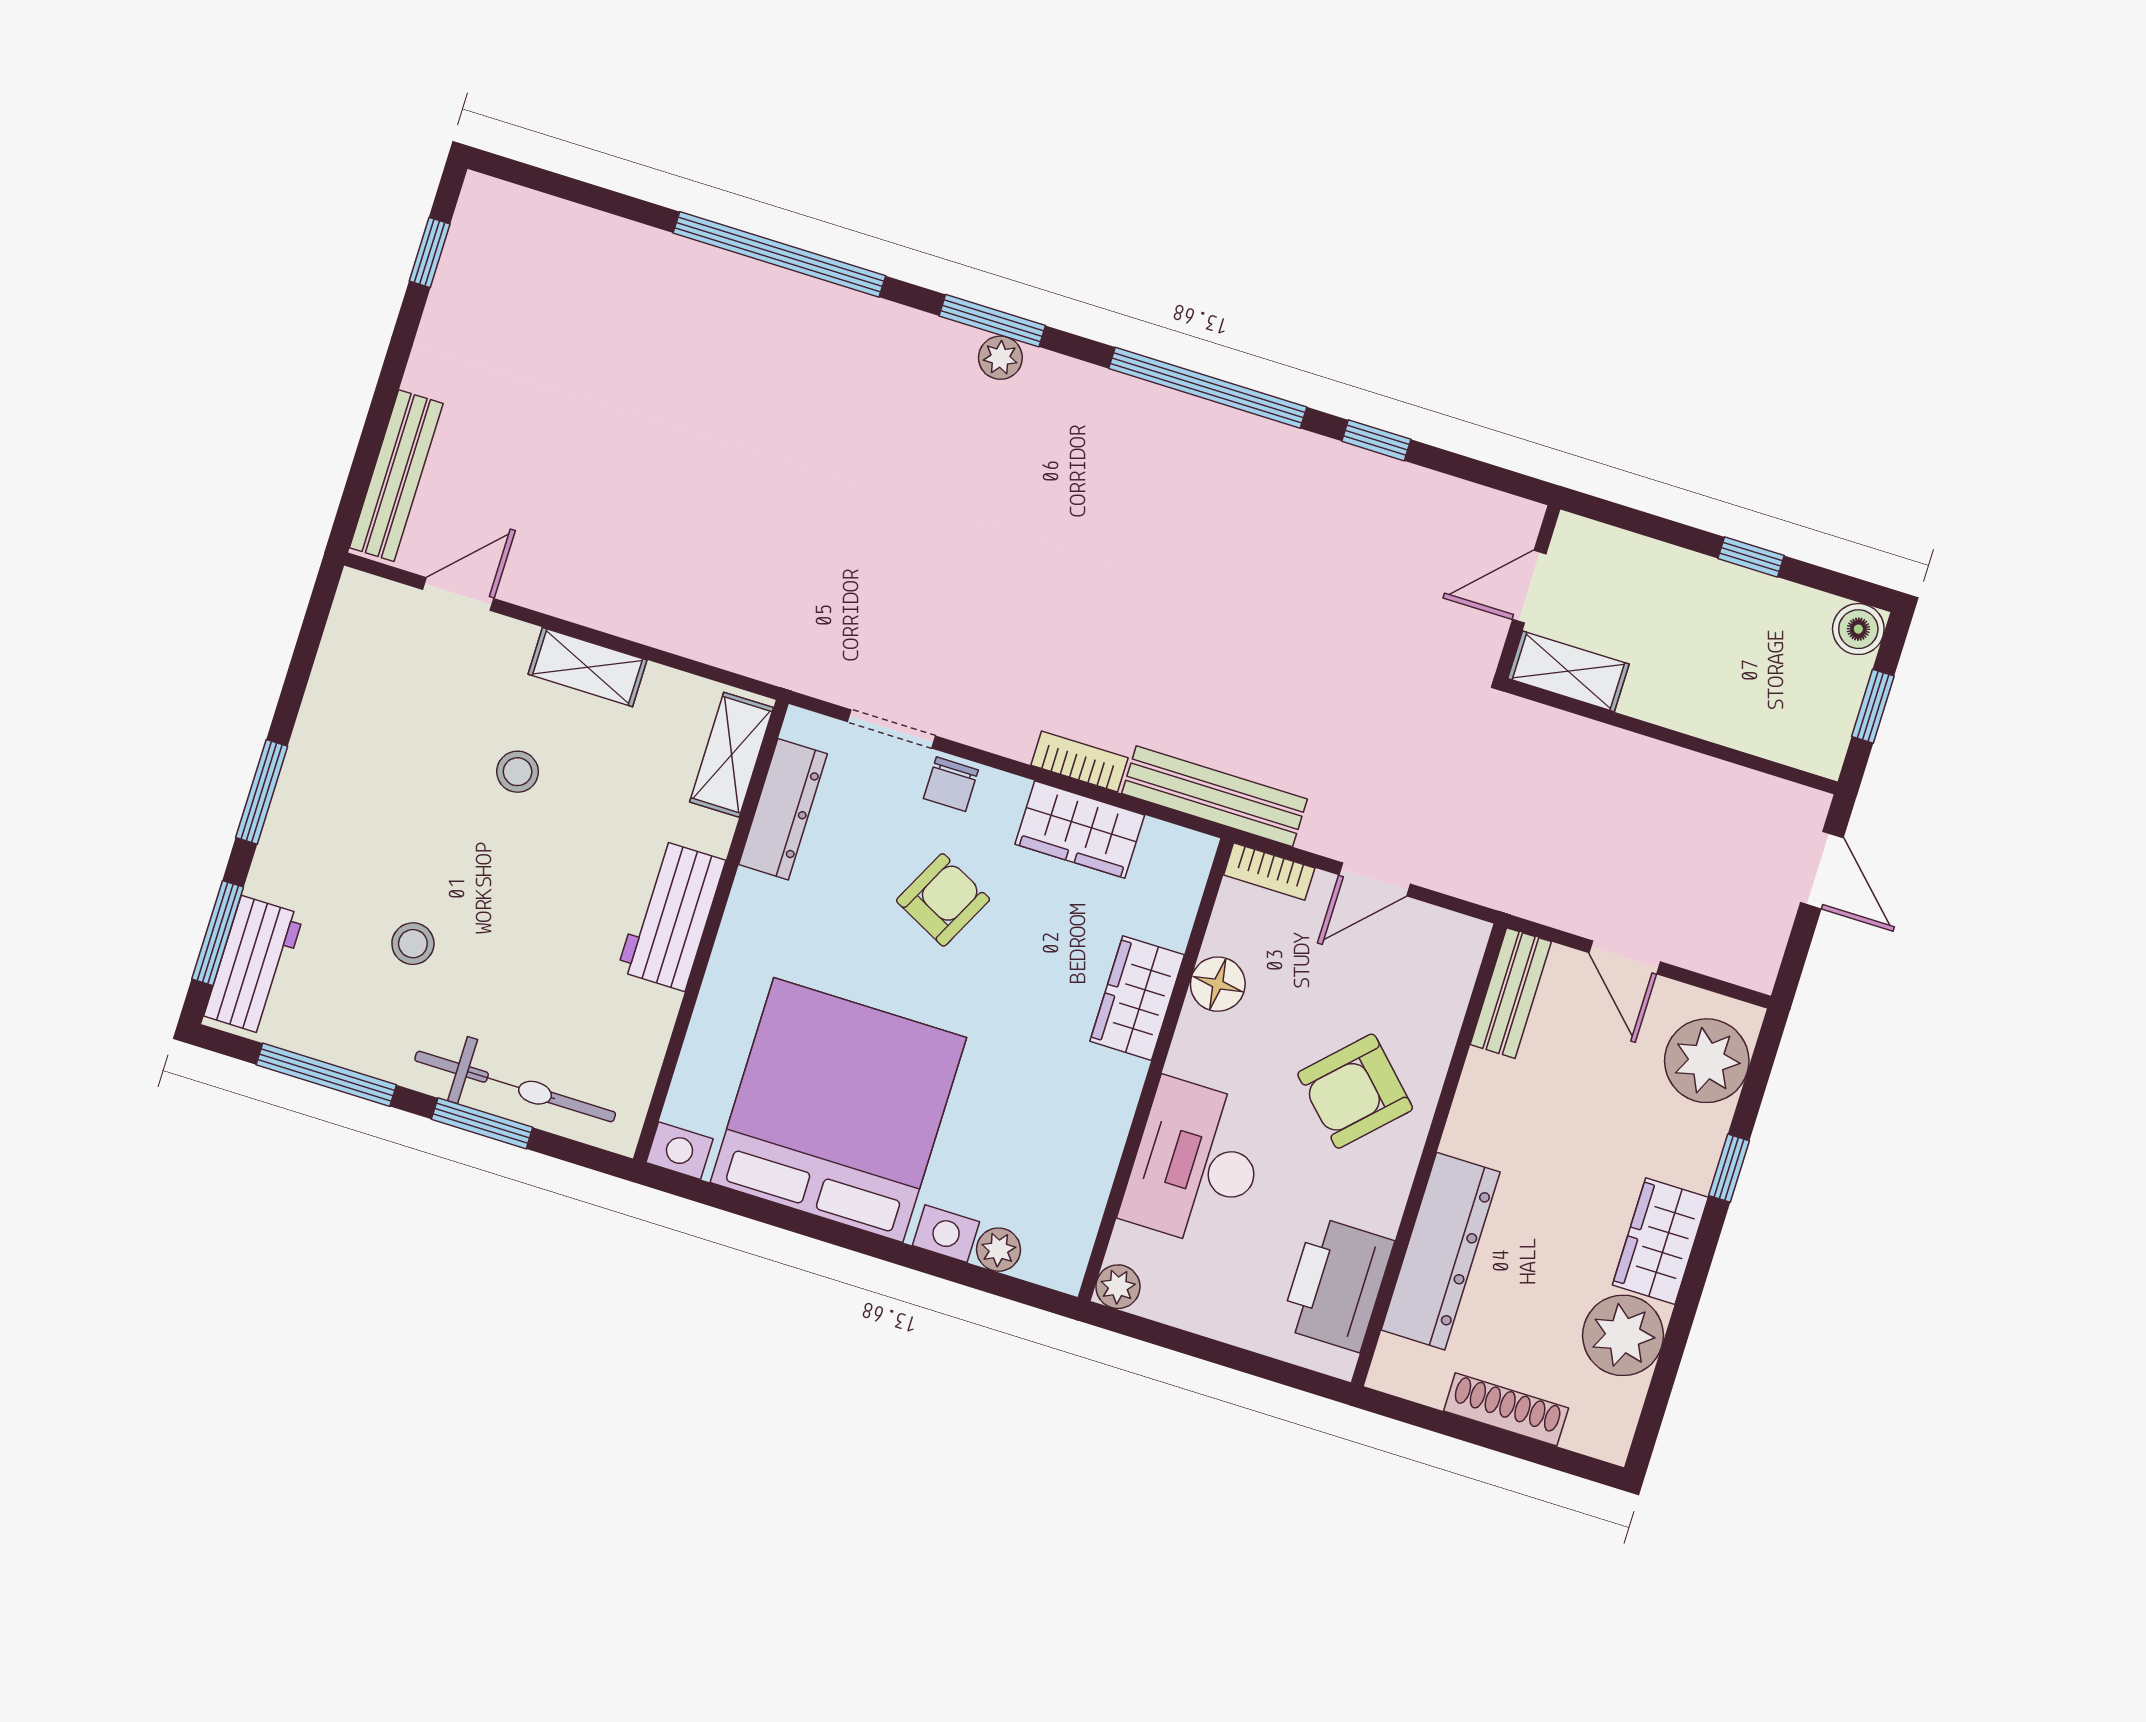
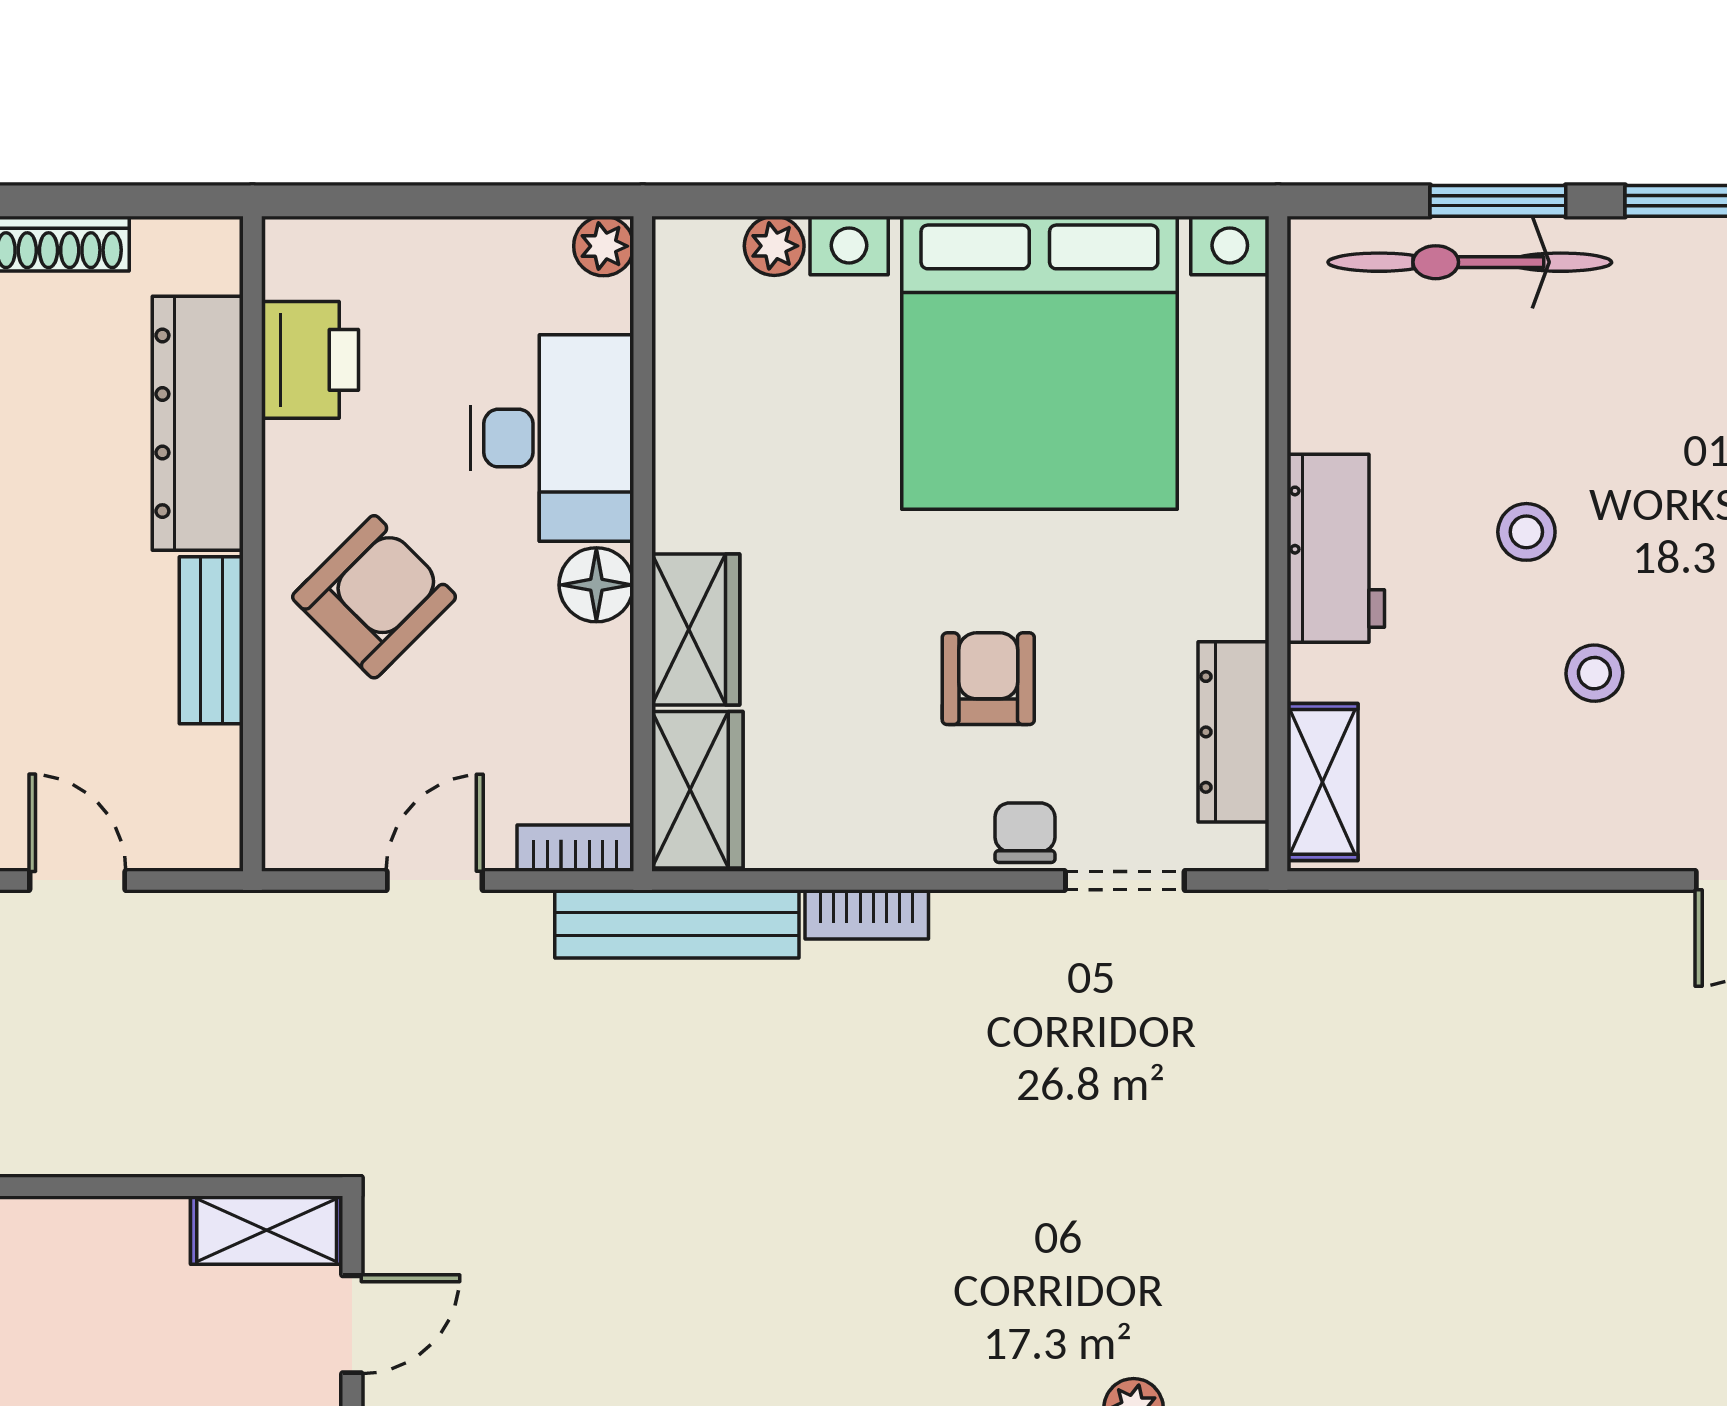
shelving: (587, 667) -> (1546, 838), removed
wardrobe: (1080, 830) -> (697, 790), moved, turned 90
armchair: (943, 900) -> (988, 679), turned 153
stool: (413, 944) -> (1526, 532), moved
floor lamp: (1218, 984) -> (596, 585), moved
bench: (1511, 993) -> (211, 640), moved
printer: (1337, 1284) -> (310, 360), width x0.73, depth x0.84

